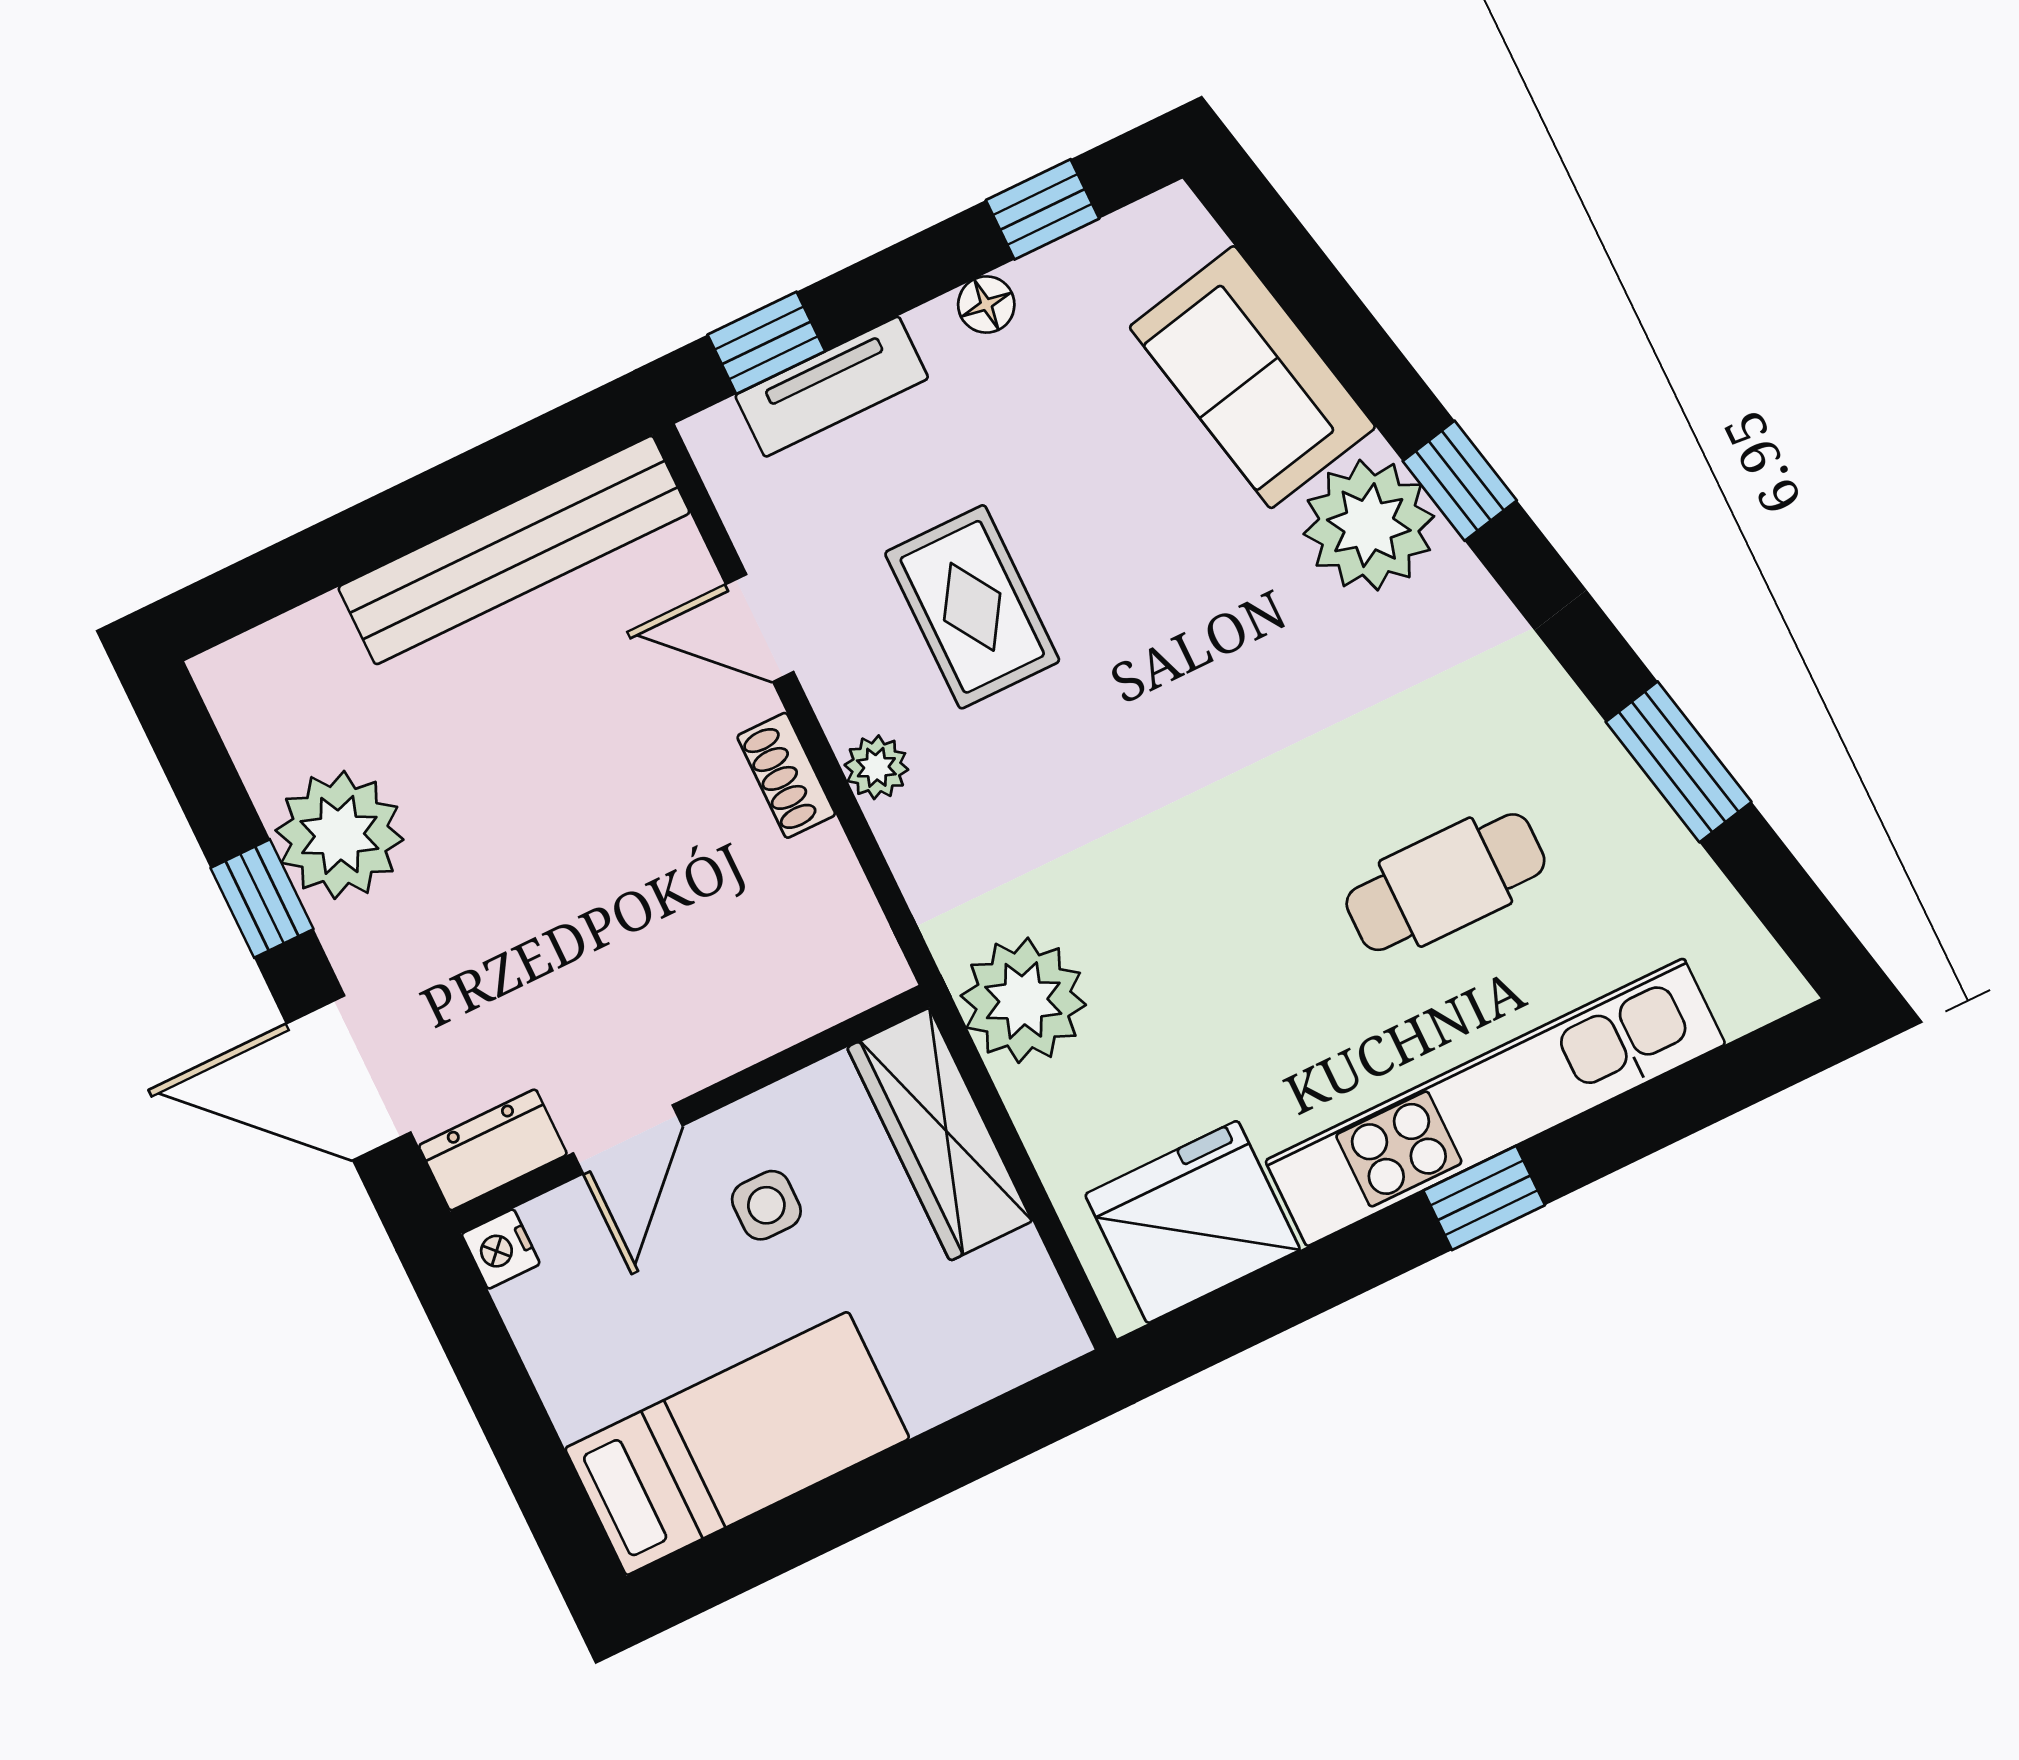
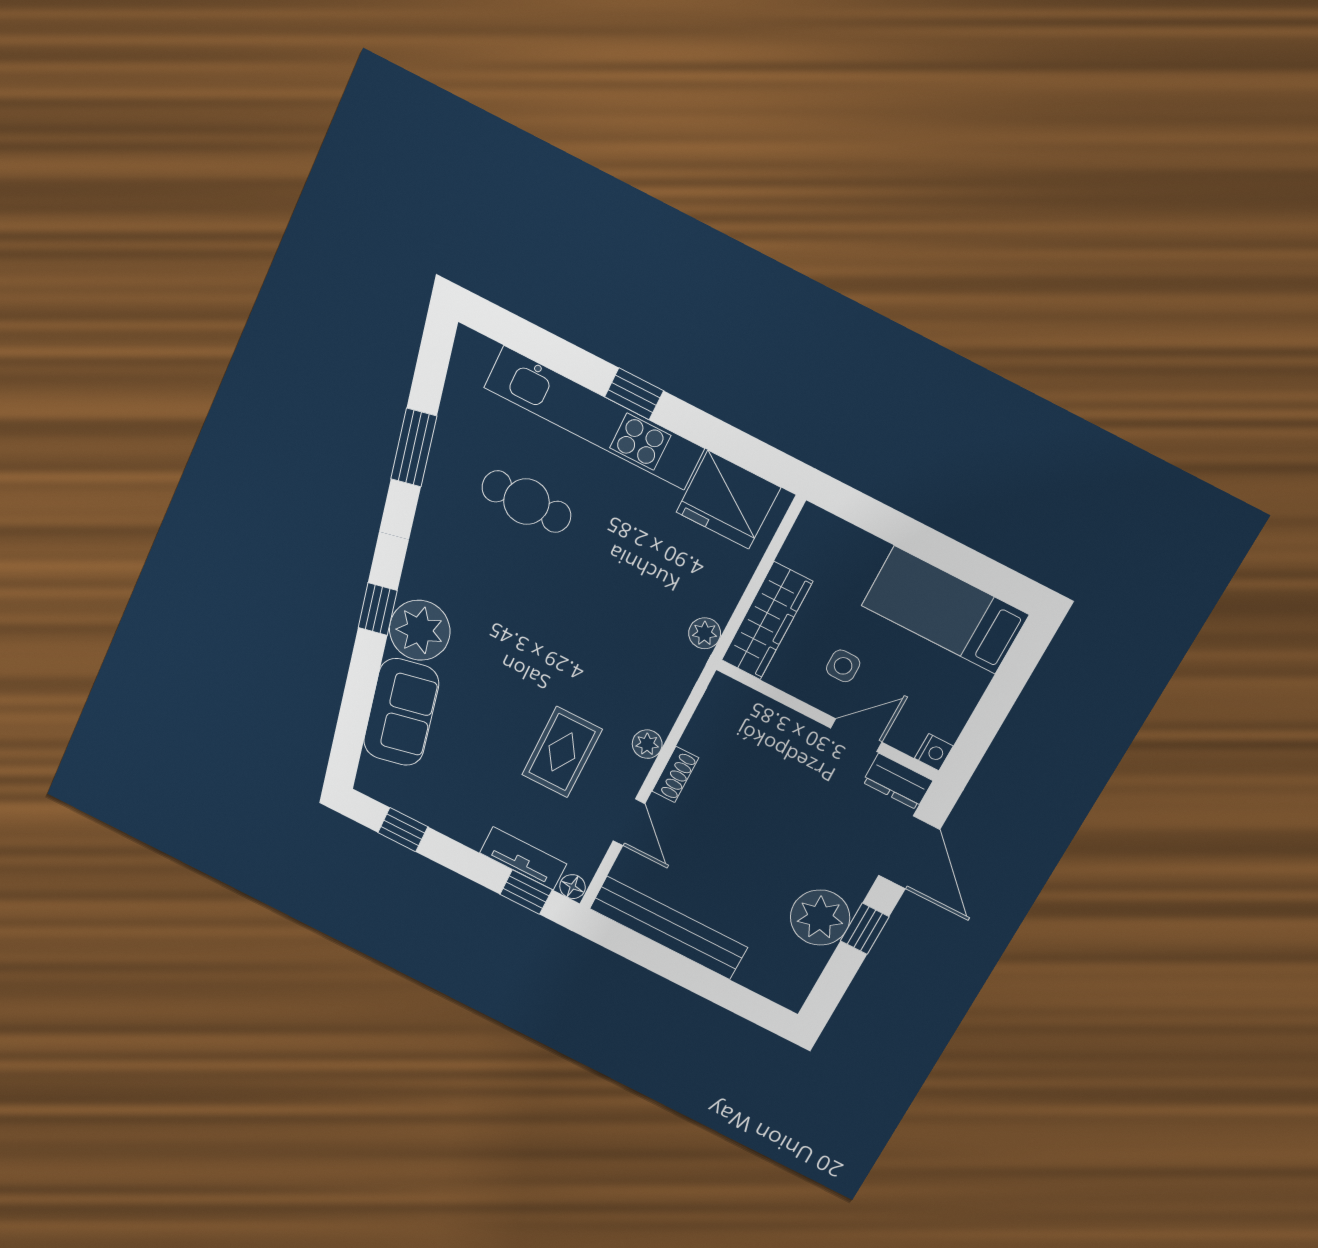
floor lamp: (986, 305) -> (573, 887), moved
plant: (1023, 1000) -> (705, 633), width x0.53, depth x0.53

